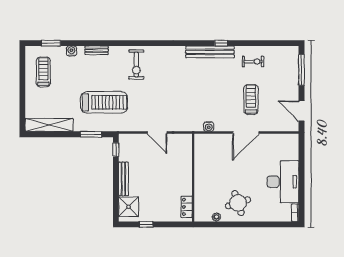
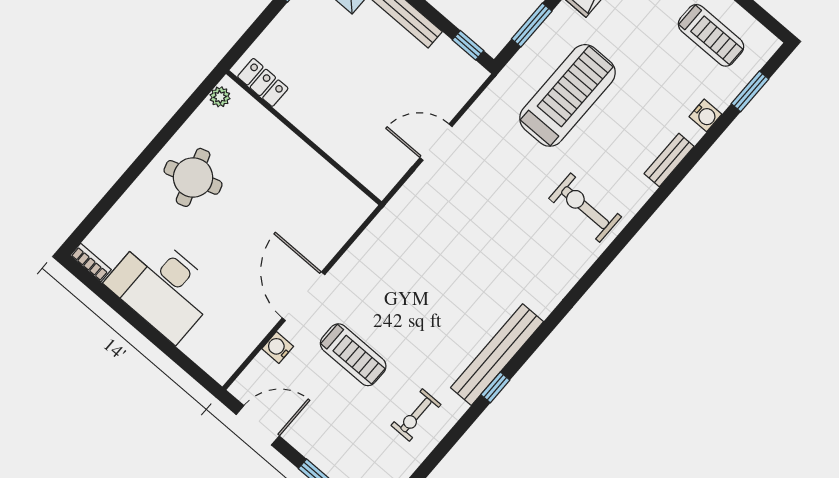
treadmill: (104, 102) -> (567, 95), turned 180
water cooler: (209, 126) -> (278, 347), moved
plant: (216, 217) -> (220, 97), moved

